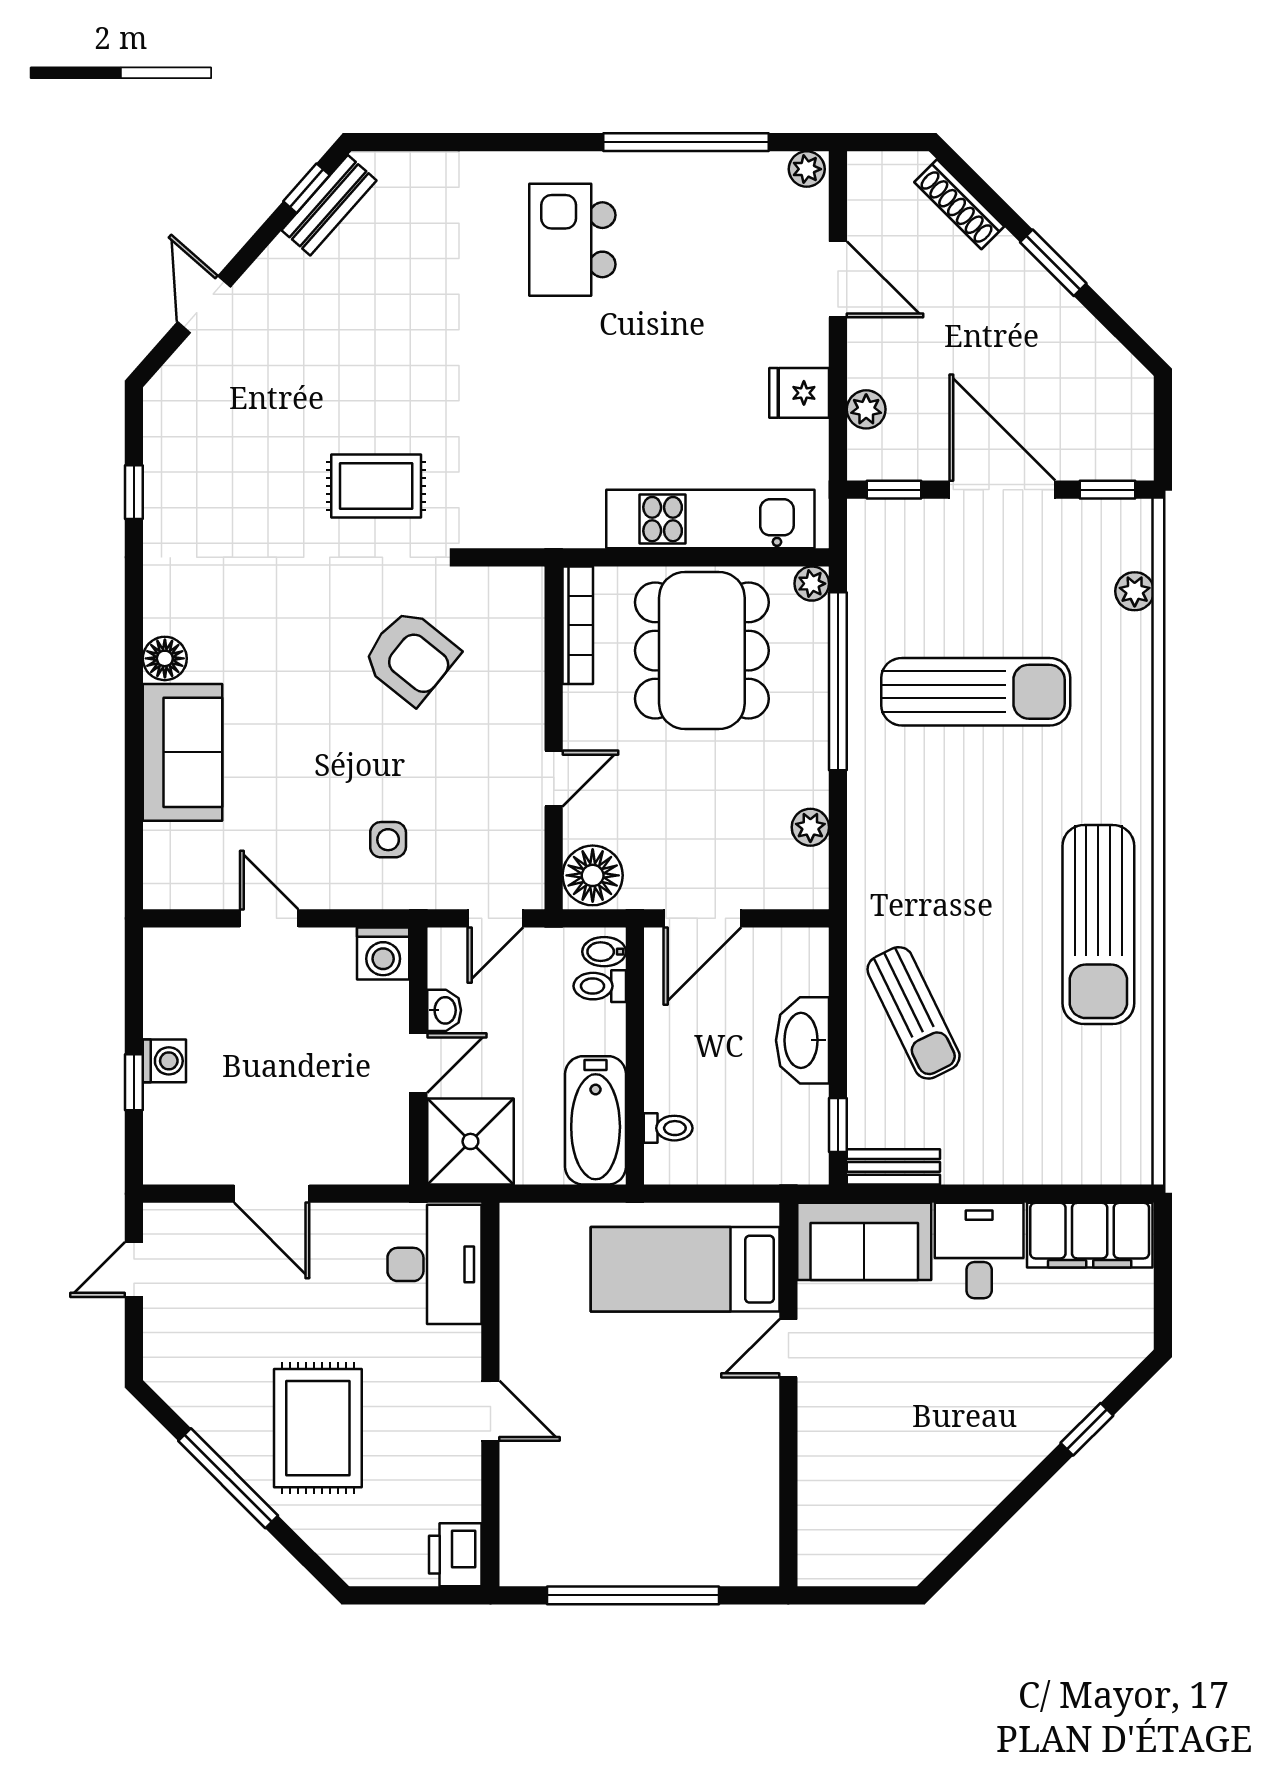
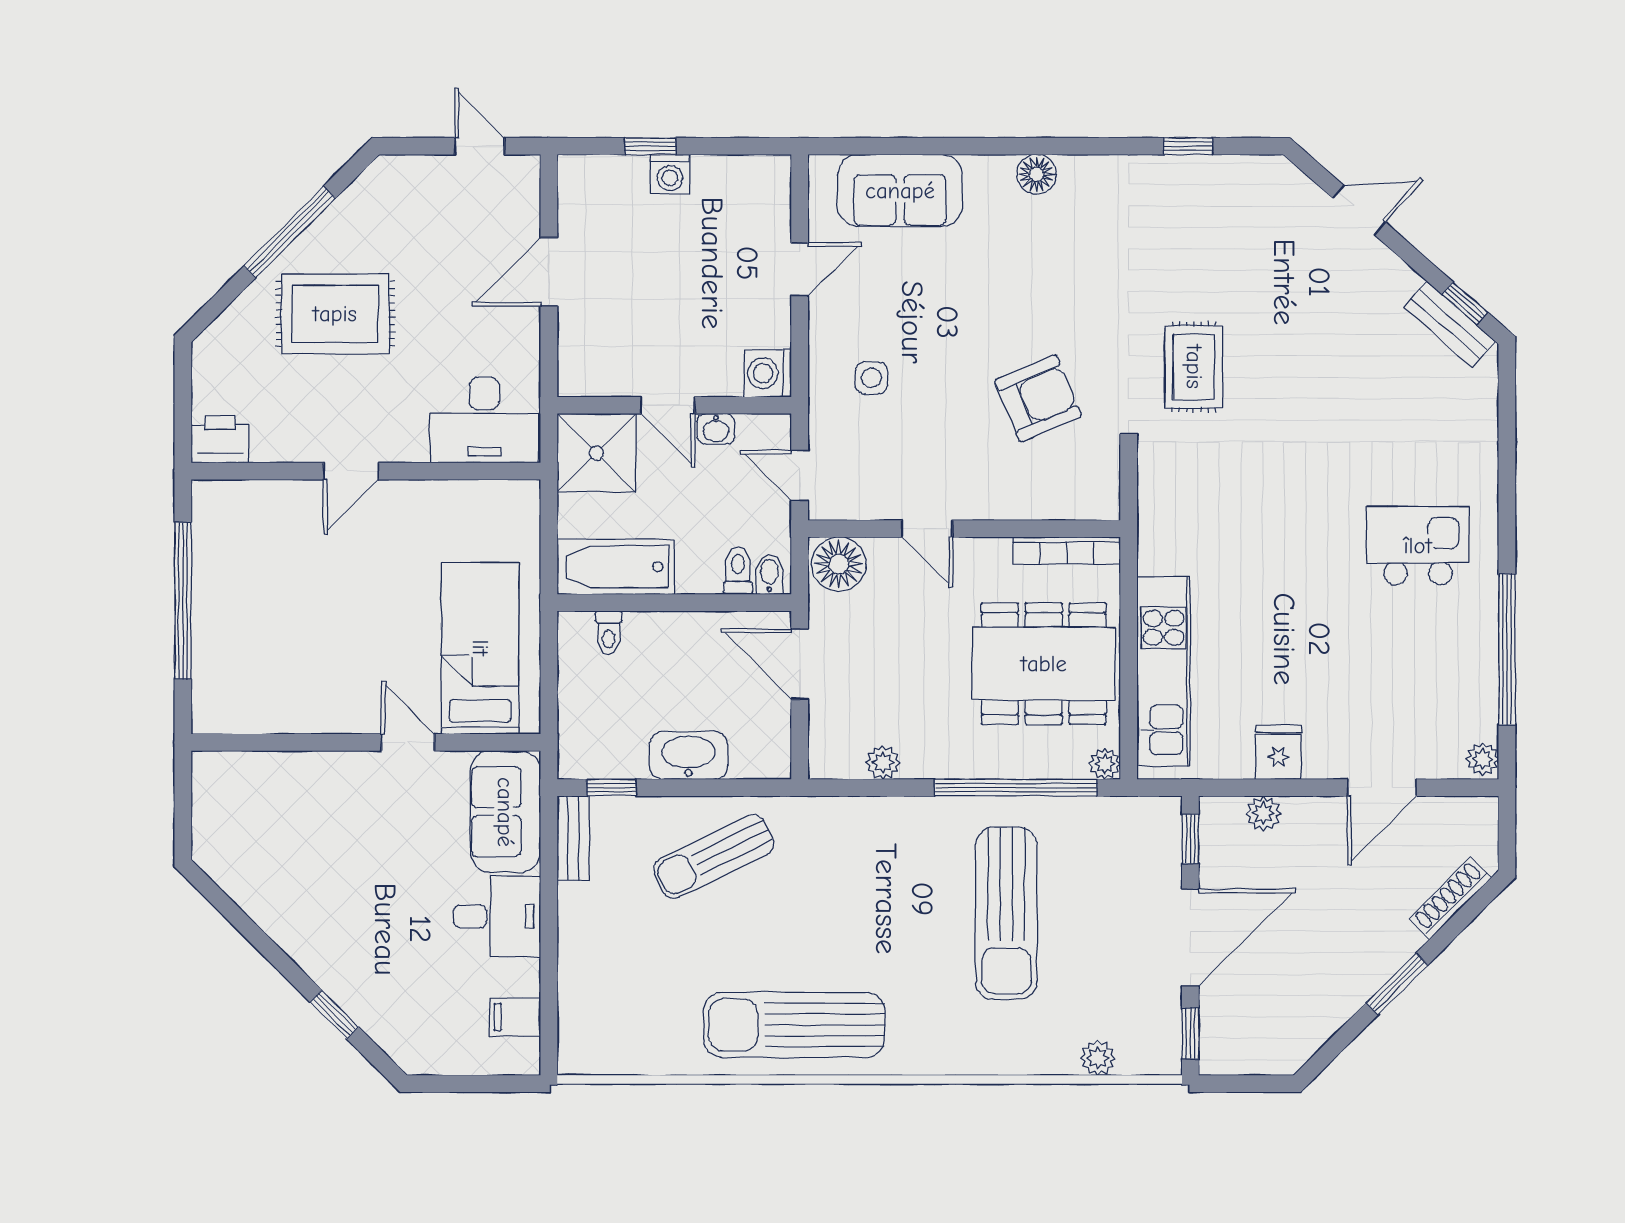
armchair: (411, 657) -> (1038, 398), turned -152
sofa: (183, 752) -> (900, 191), moved
filing cabinet: (1090, 1235) -> (515, 1017), width x0.33, depth x0.86

